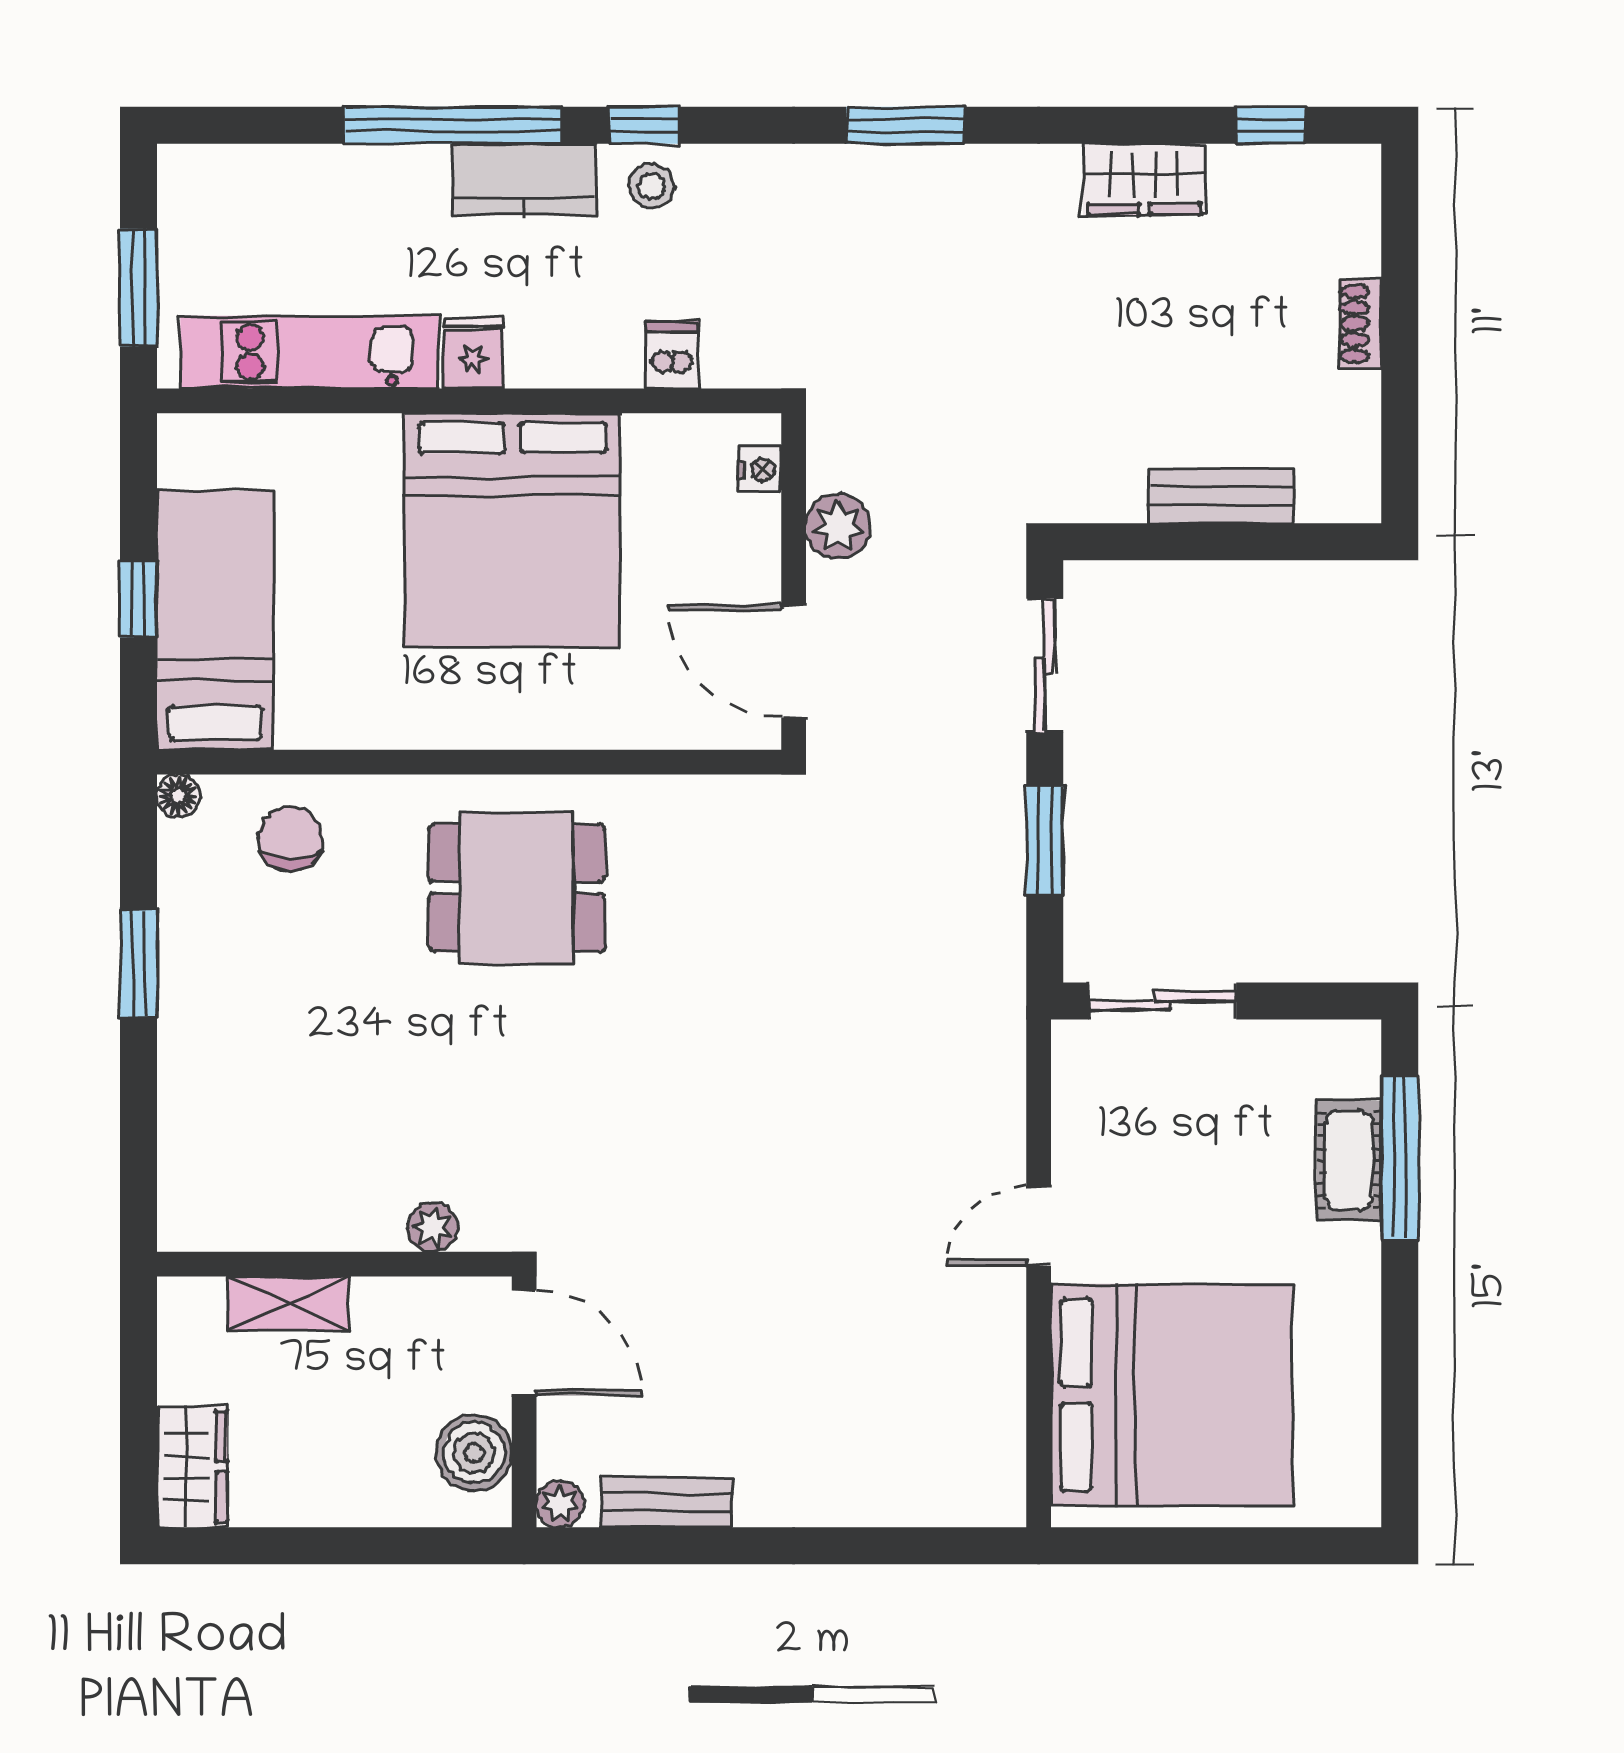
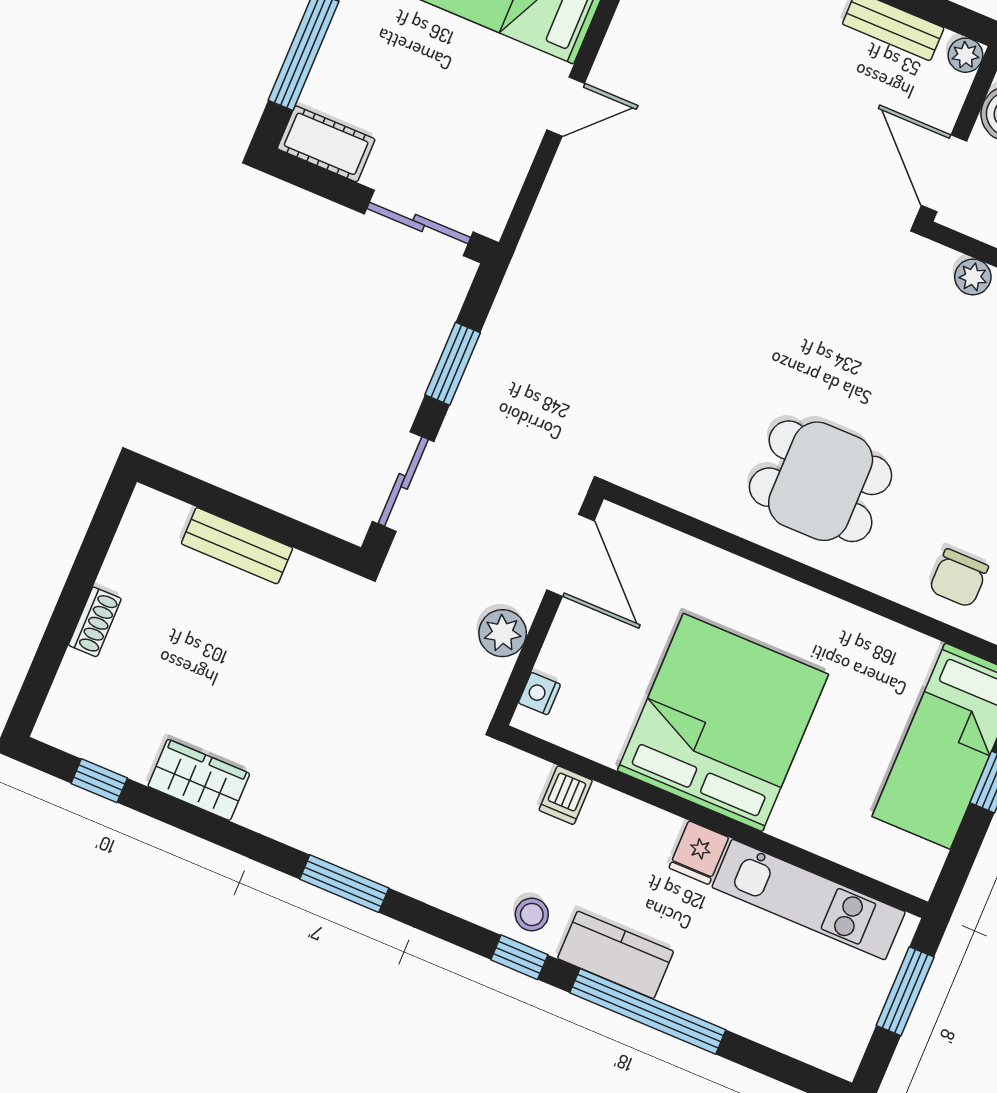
cot: (1349, 1160) -> (326, 144), moved, turned 90

